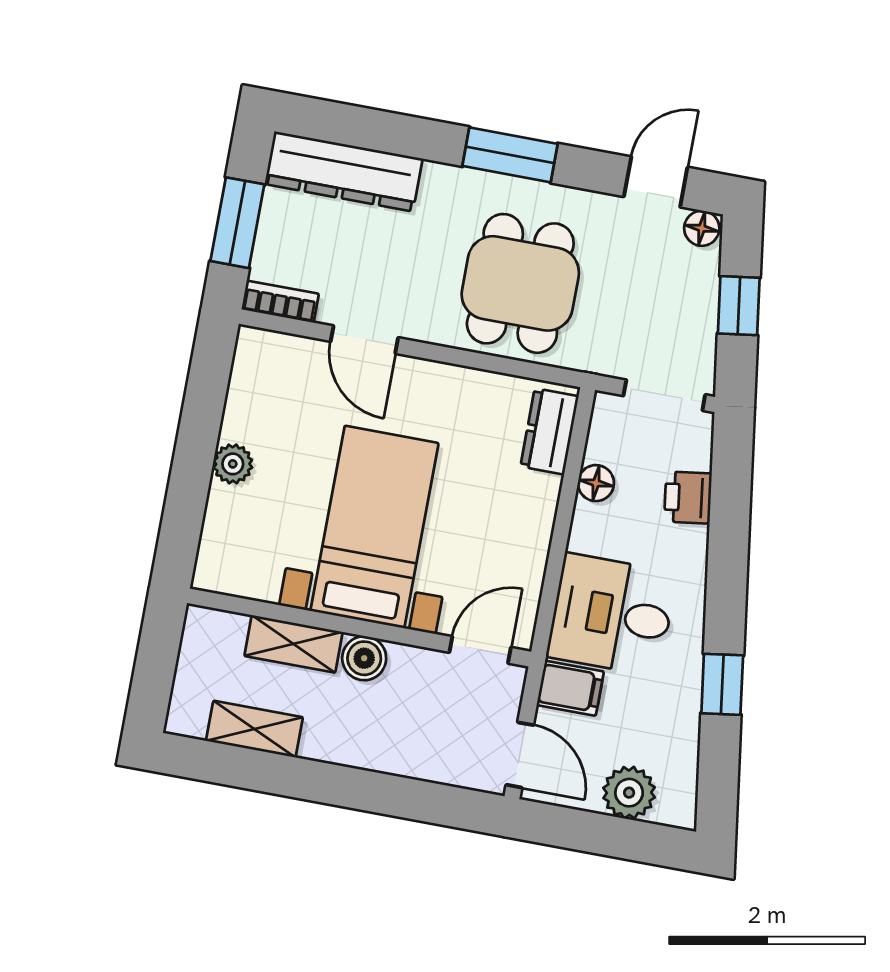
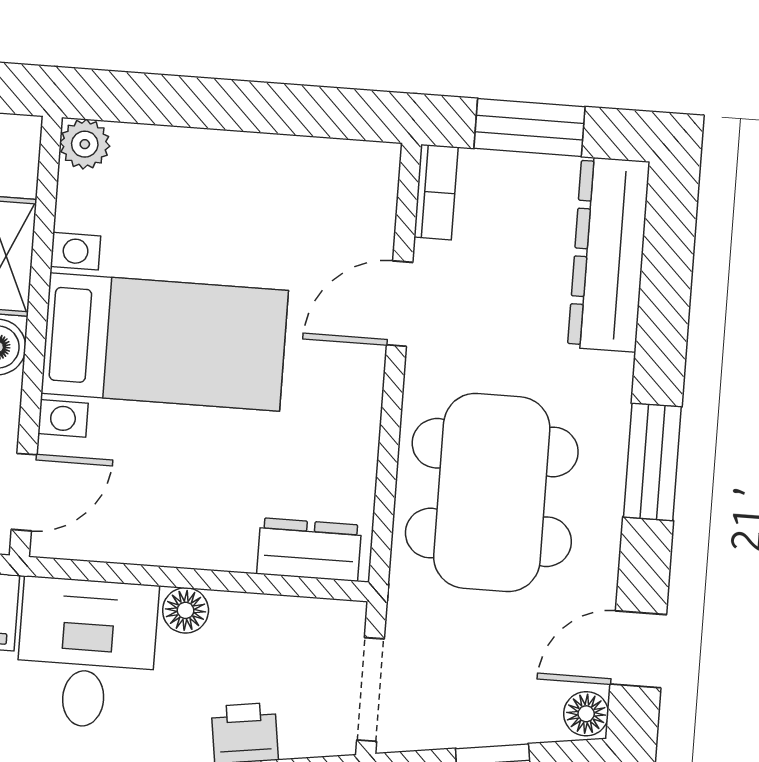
door: (656, 182) -> (638, 649), swing flipped
dining table: (520, 283) -> (492, 492), width x1.38
plant: (233, 464) -> (85, 144), moved
floor lamp: (596, 483) -> (186, 610), moved
door: (480, 650) -> (24, 492), hinge flipped

